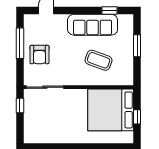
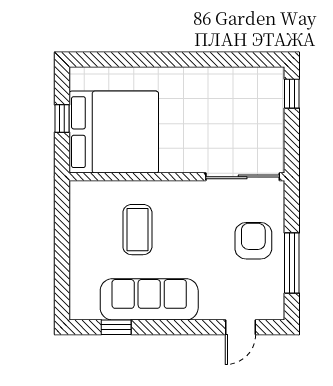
window: (137, 46) -> (62, 258), removed
coffee table: (99, 60) -> (137, 230), turned 70
window: (20, 106) -> (292, 94), moved

